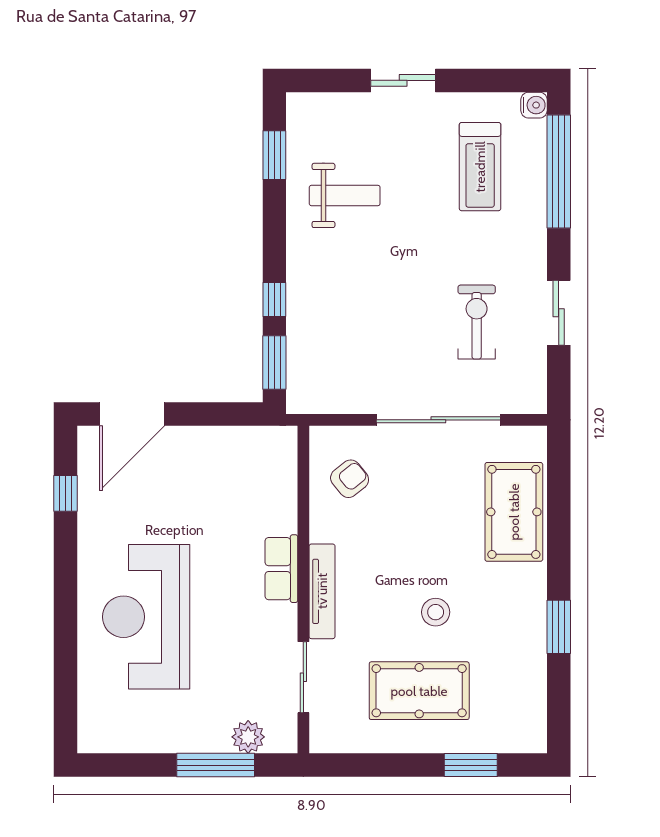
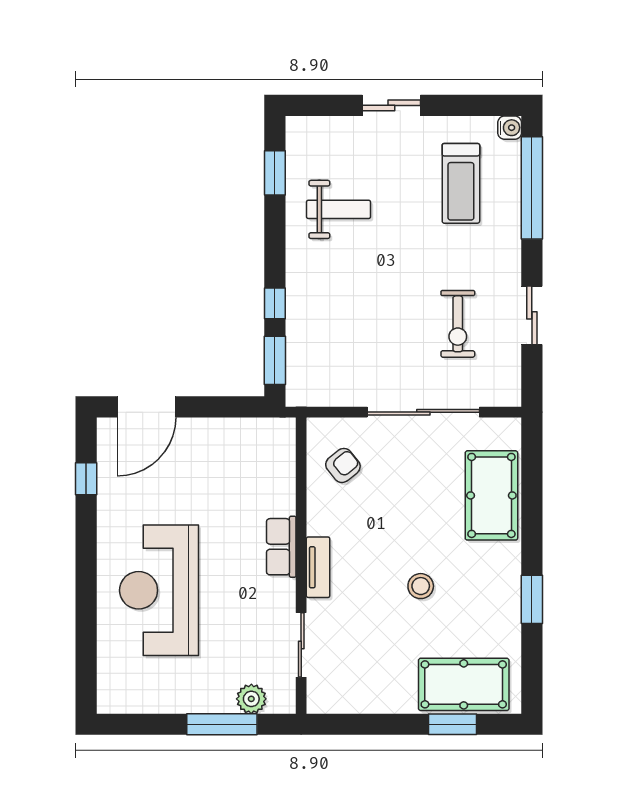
exercise bike: (477, 322) -> (458, 324), turned 180
tv unit: (322, 591) -> (318, 567), width x0.71
pool table: (419, 691) -> (464, 684), moved

